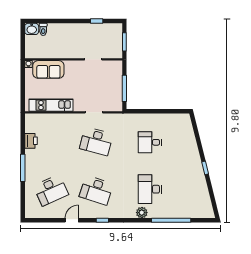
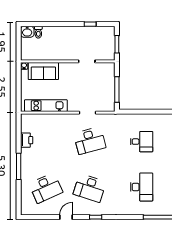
desk: (96, 141) -> (90, 141), turned -30
desk: (150, 142) -> (142, 142), turned 180
desk: (150, 189) -> (142, 187), turned 180
plant: (142, 213) -> (134, 210), removed

